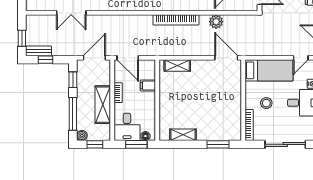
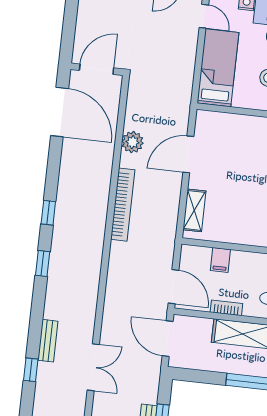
door: (128, 58) -> (173, 287), hinge flipped
door: (226, 58) -> (188, 154), moved
window: (73, 80) -> (198, 376), removed

